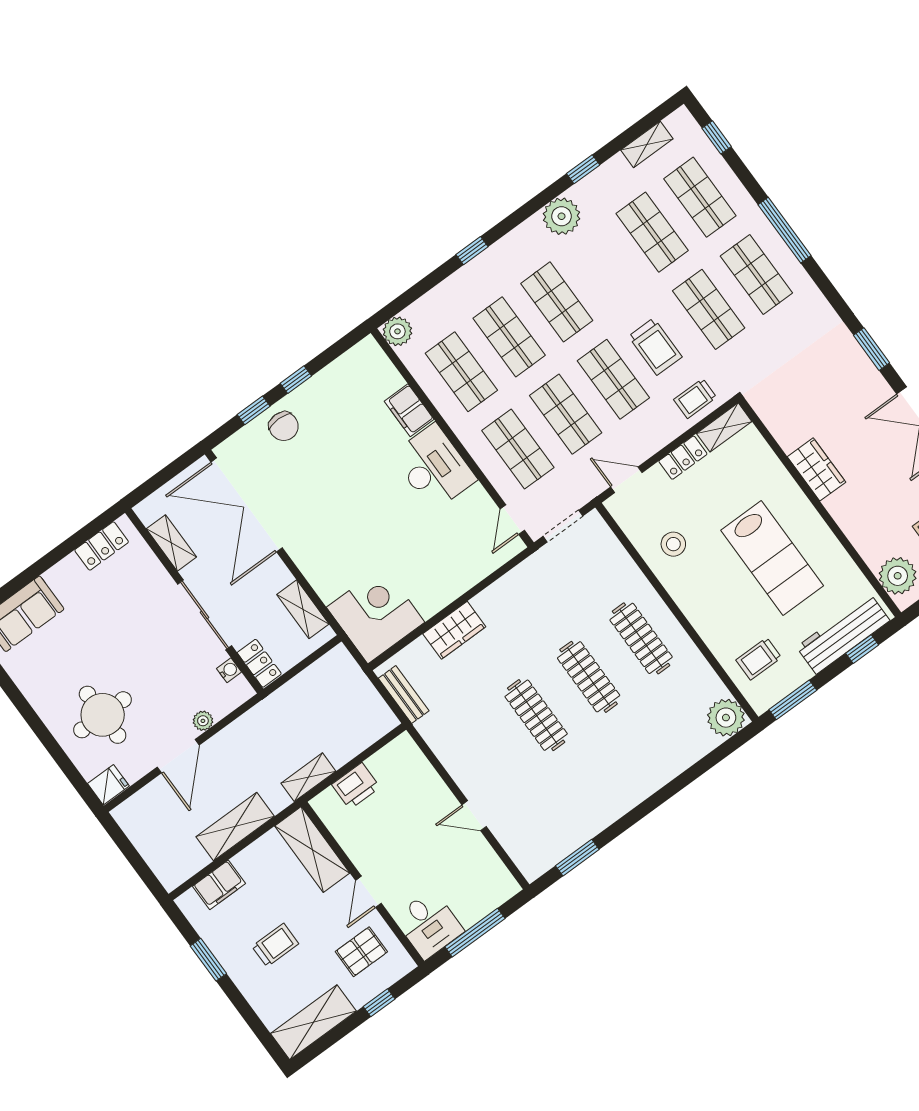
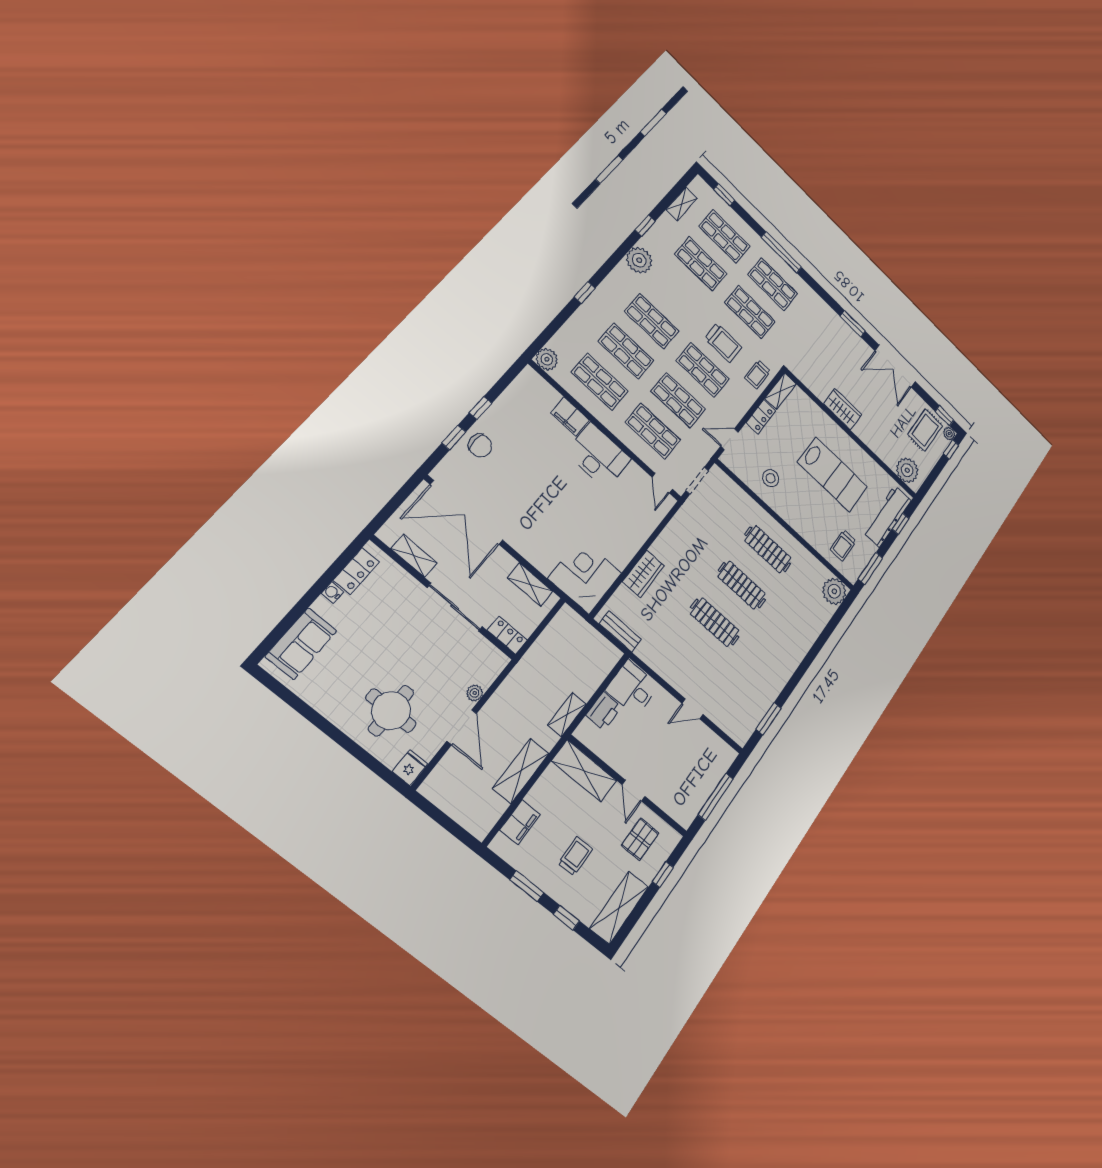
water cooler: (229, 670) -> (332, 593), moved, turned -90
desk: (429, 924) -> (632, 688), moved, turned 180
window: (246, 1011) -> (567, 918), added

